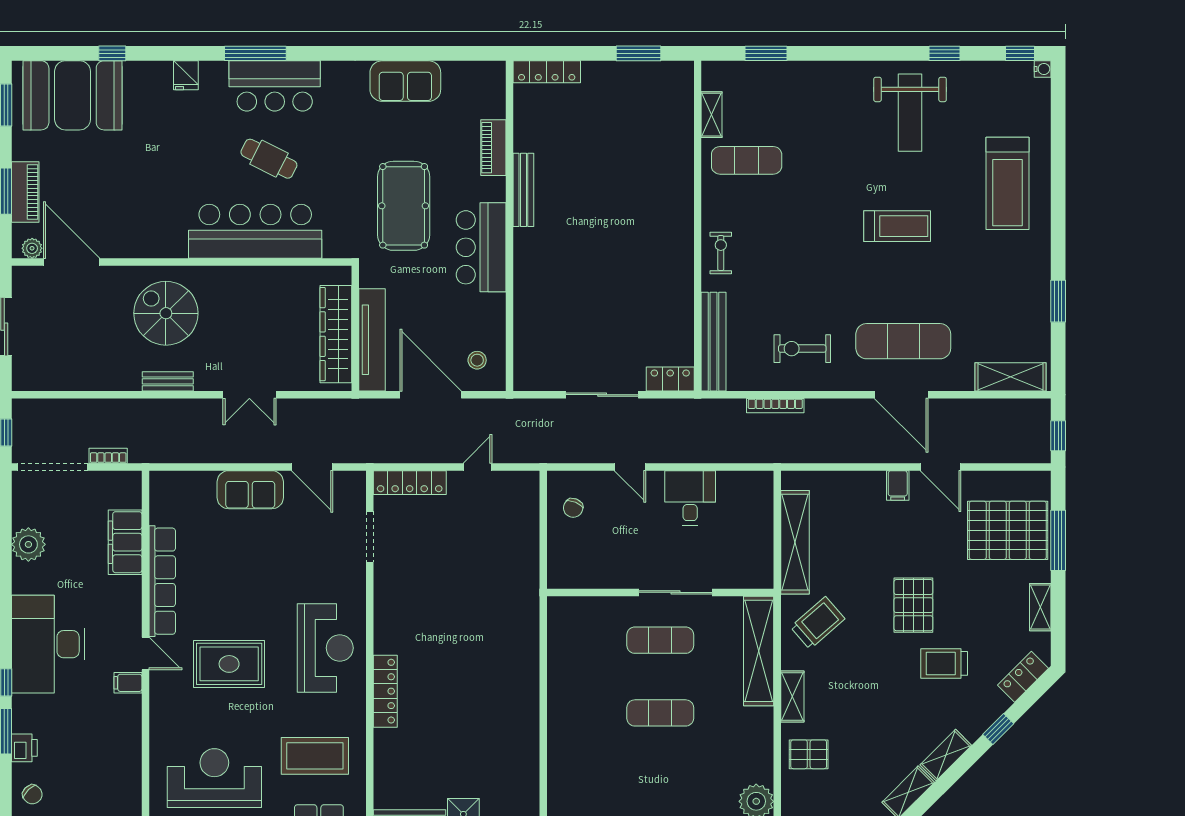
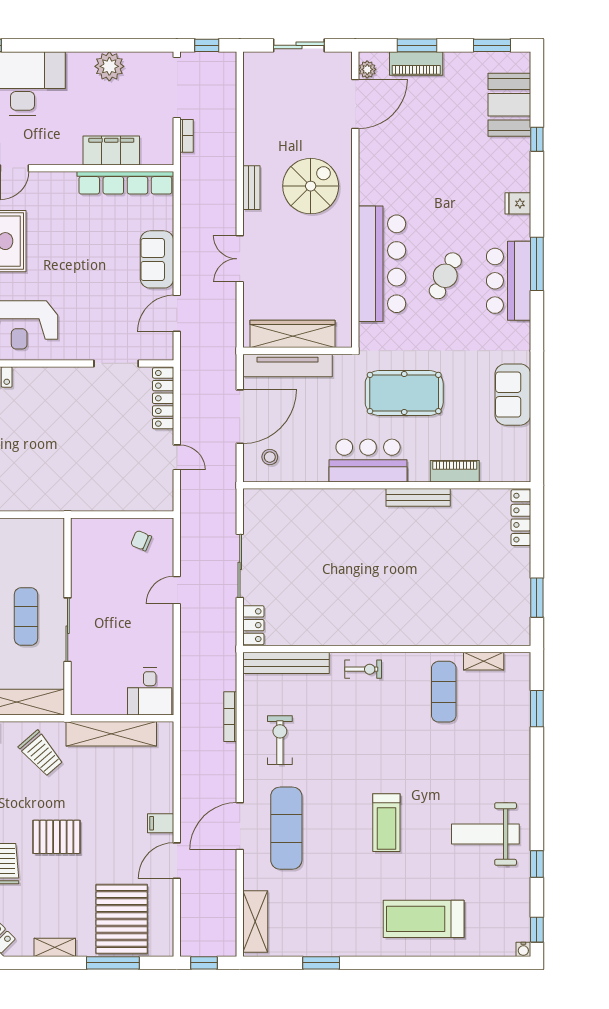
booth: (73, 95) -> (509, 105), width x0.73, depth x0.70
desk: (690, 498) -> (150, 691), moved, turned 90
row of seats: (162, 581) -> (125, 183), moved

